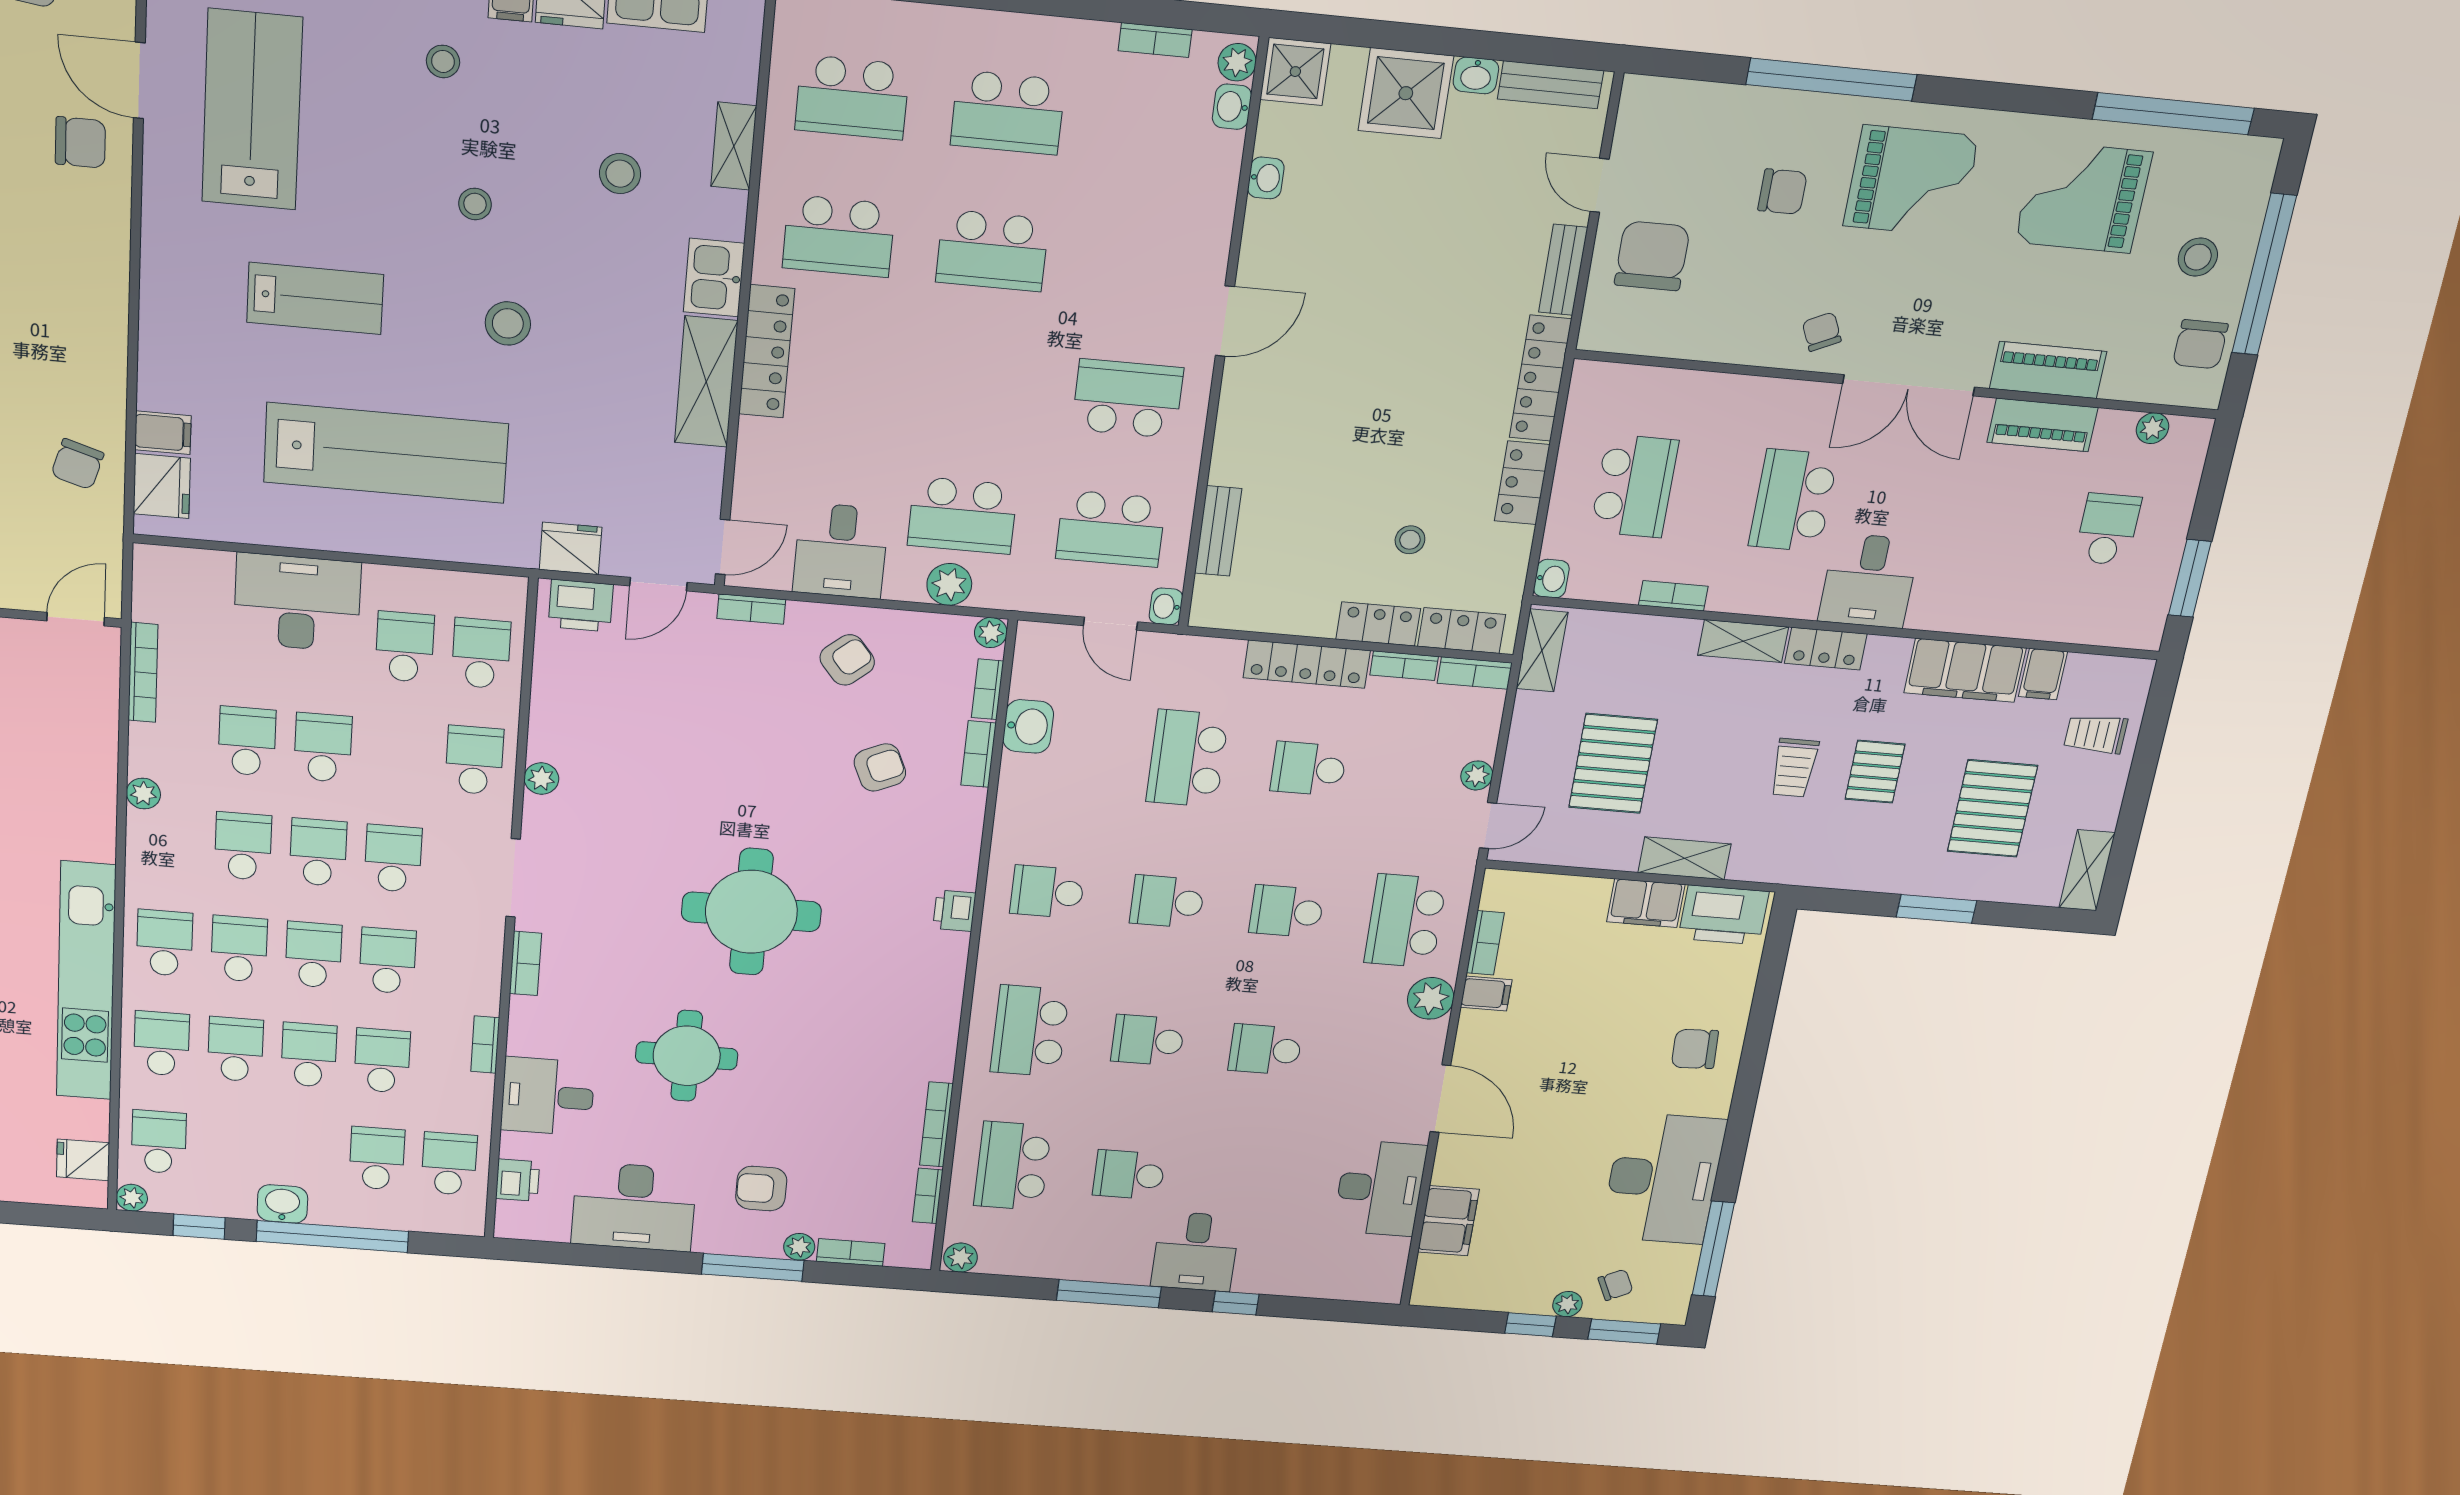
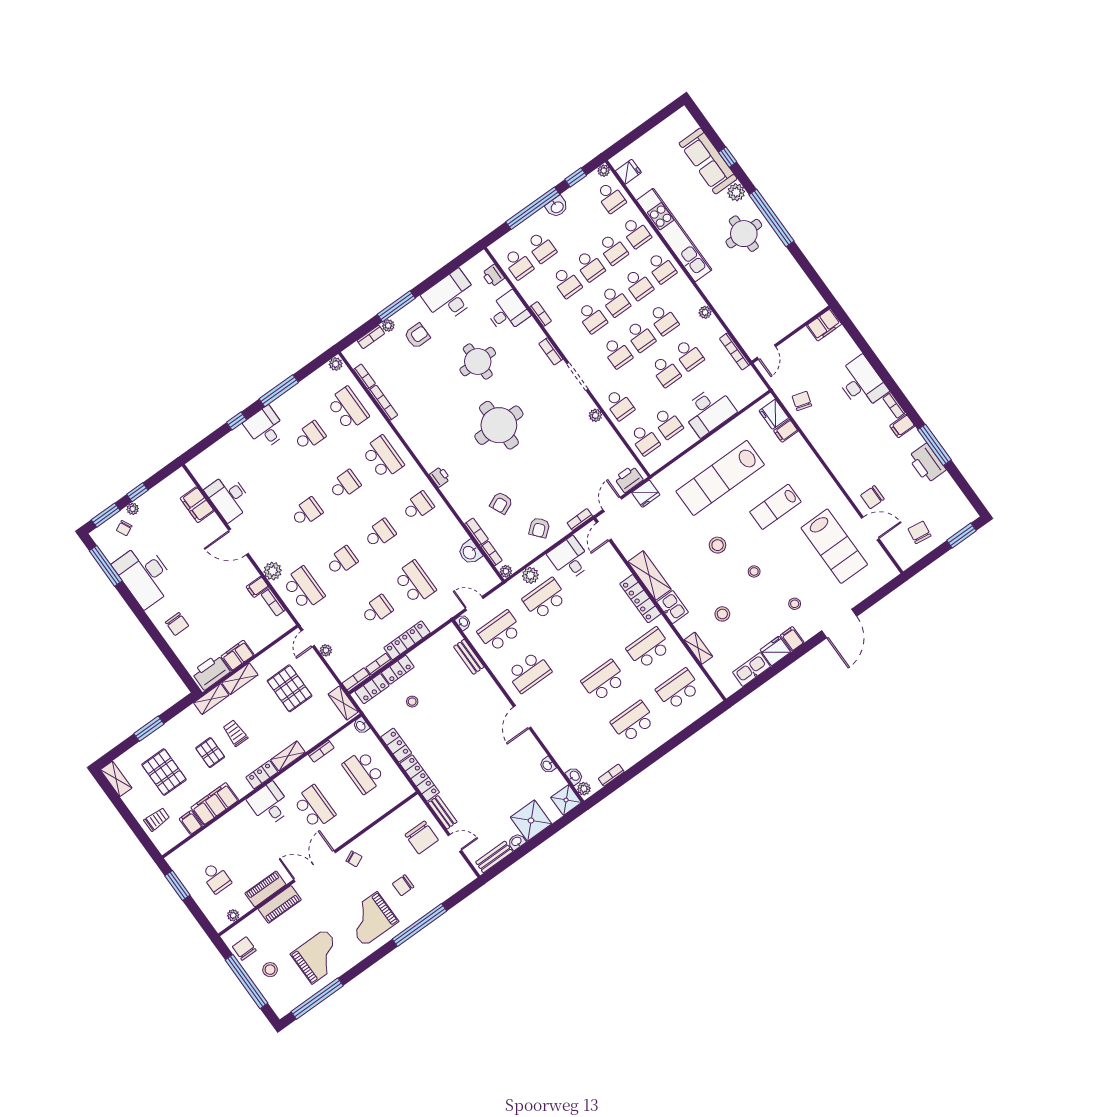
shelving: (1773, 866) -> (211, 699), added
chair: (1695, 1049) -> (177, 624), turned 93

